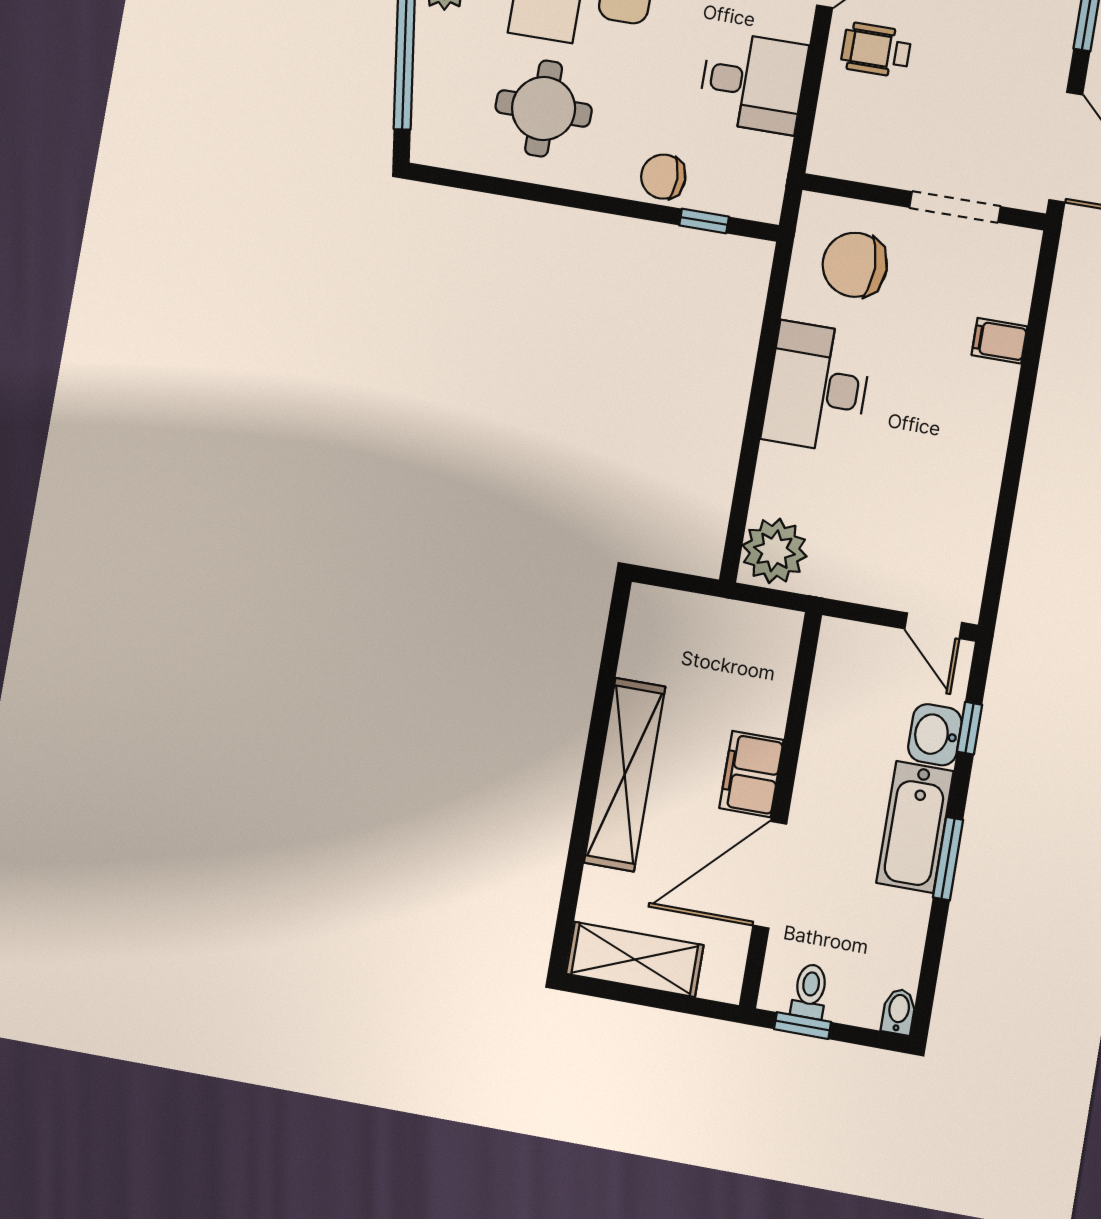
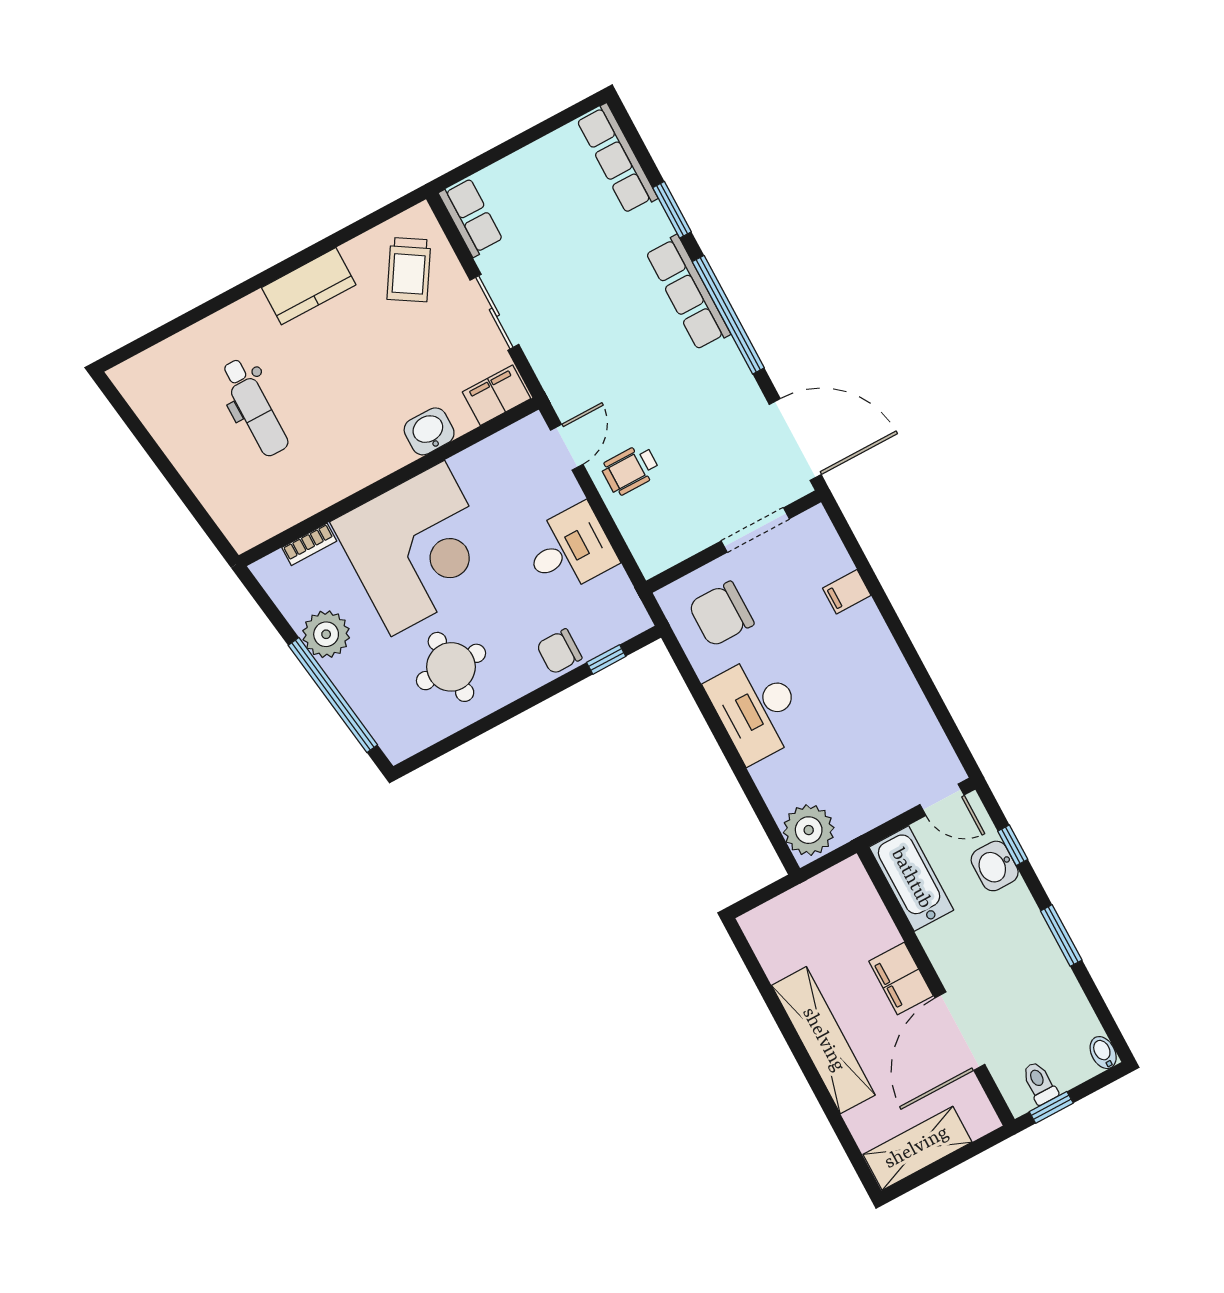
bathtub: (915, 827) -> (911, 879), moved, turned 180

